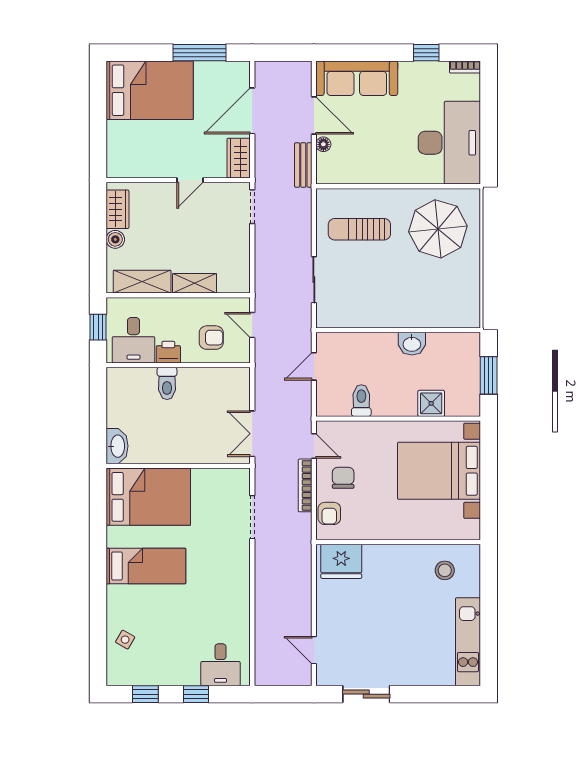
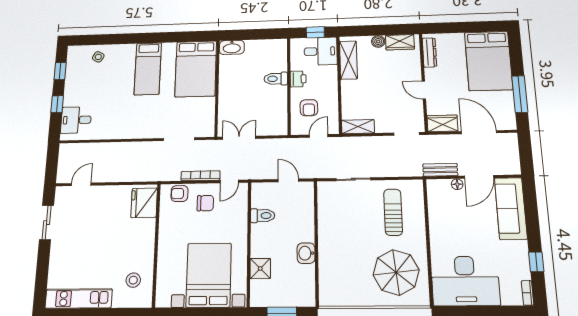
dresser: (134, 169) -> (429, 52), added
shelving: (195, 283) -> (358, 127), moved, turned 90
desk: (133, 340) -> (321, 51), moved, turned 180

